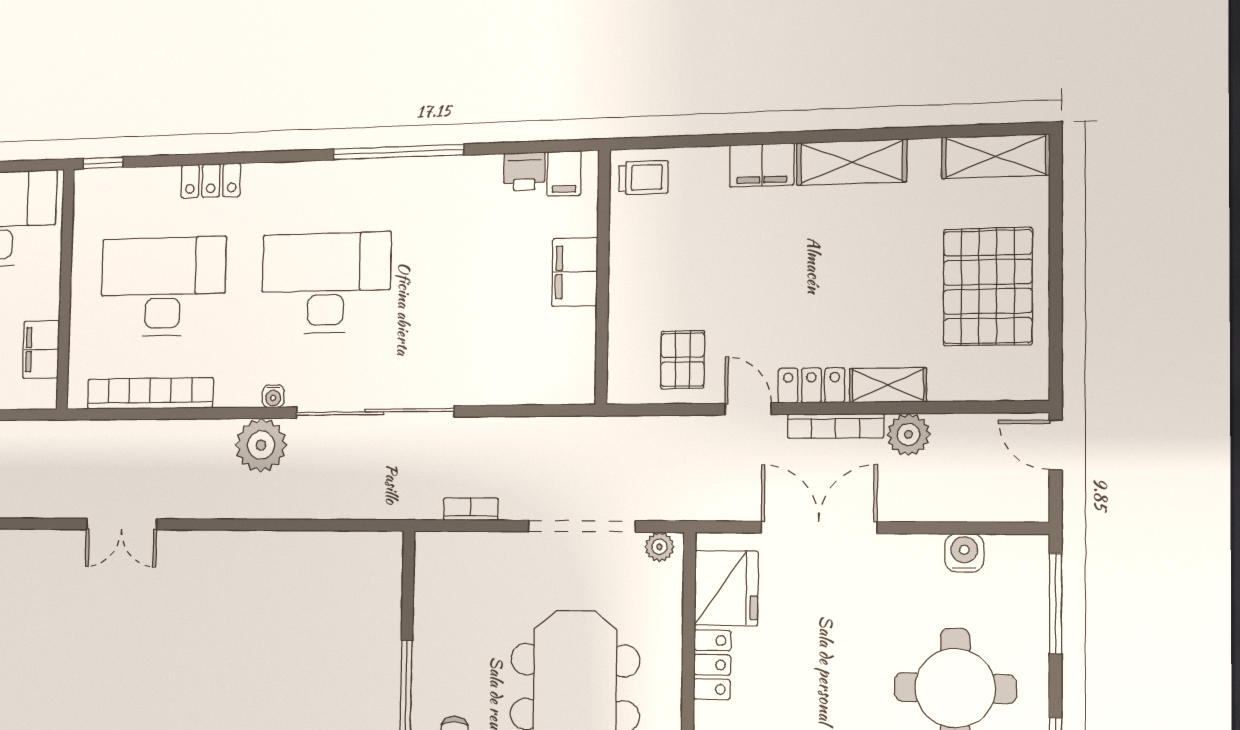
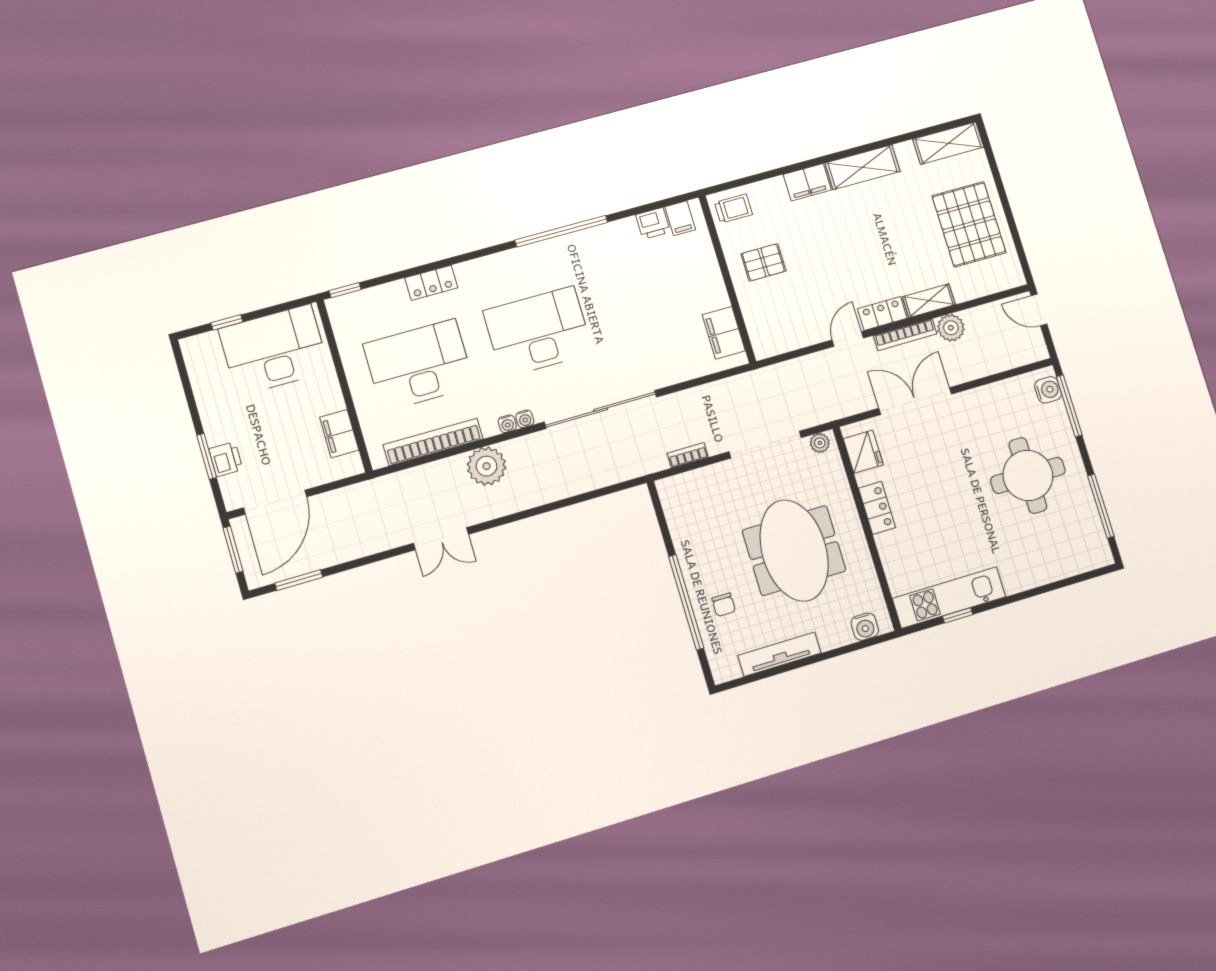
filing cabinet: (575, 272) -> (724, 333), moved
pallet: (683, 360) -> (763, 262), moved, turned 90
water cooler: (249, 396) -> (507, 424), added
door: (748, 409) -> (848, 339), hinge flipped
plant: (261, 445) -> (487, 466), moved
water cooler: (964, 553) -> (1048, 390), moved, turned 90
fridge: (726, 588) -> (863, 452), width x0.73, depth x0.75

